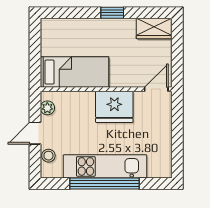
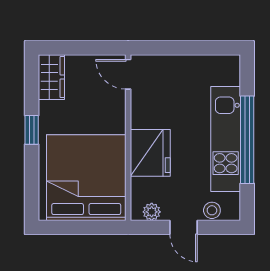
bed: (74, 72) -> (86, 178), width x2.04
fridge: (114, 107) -> (150, 153), moved

